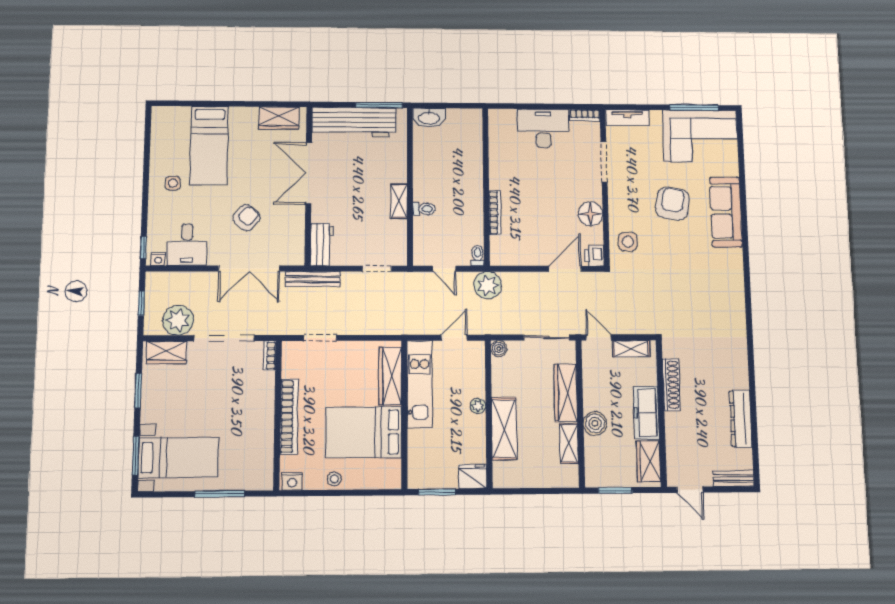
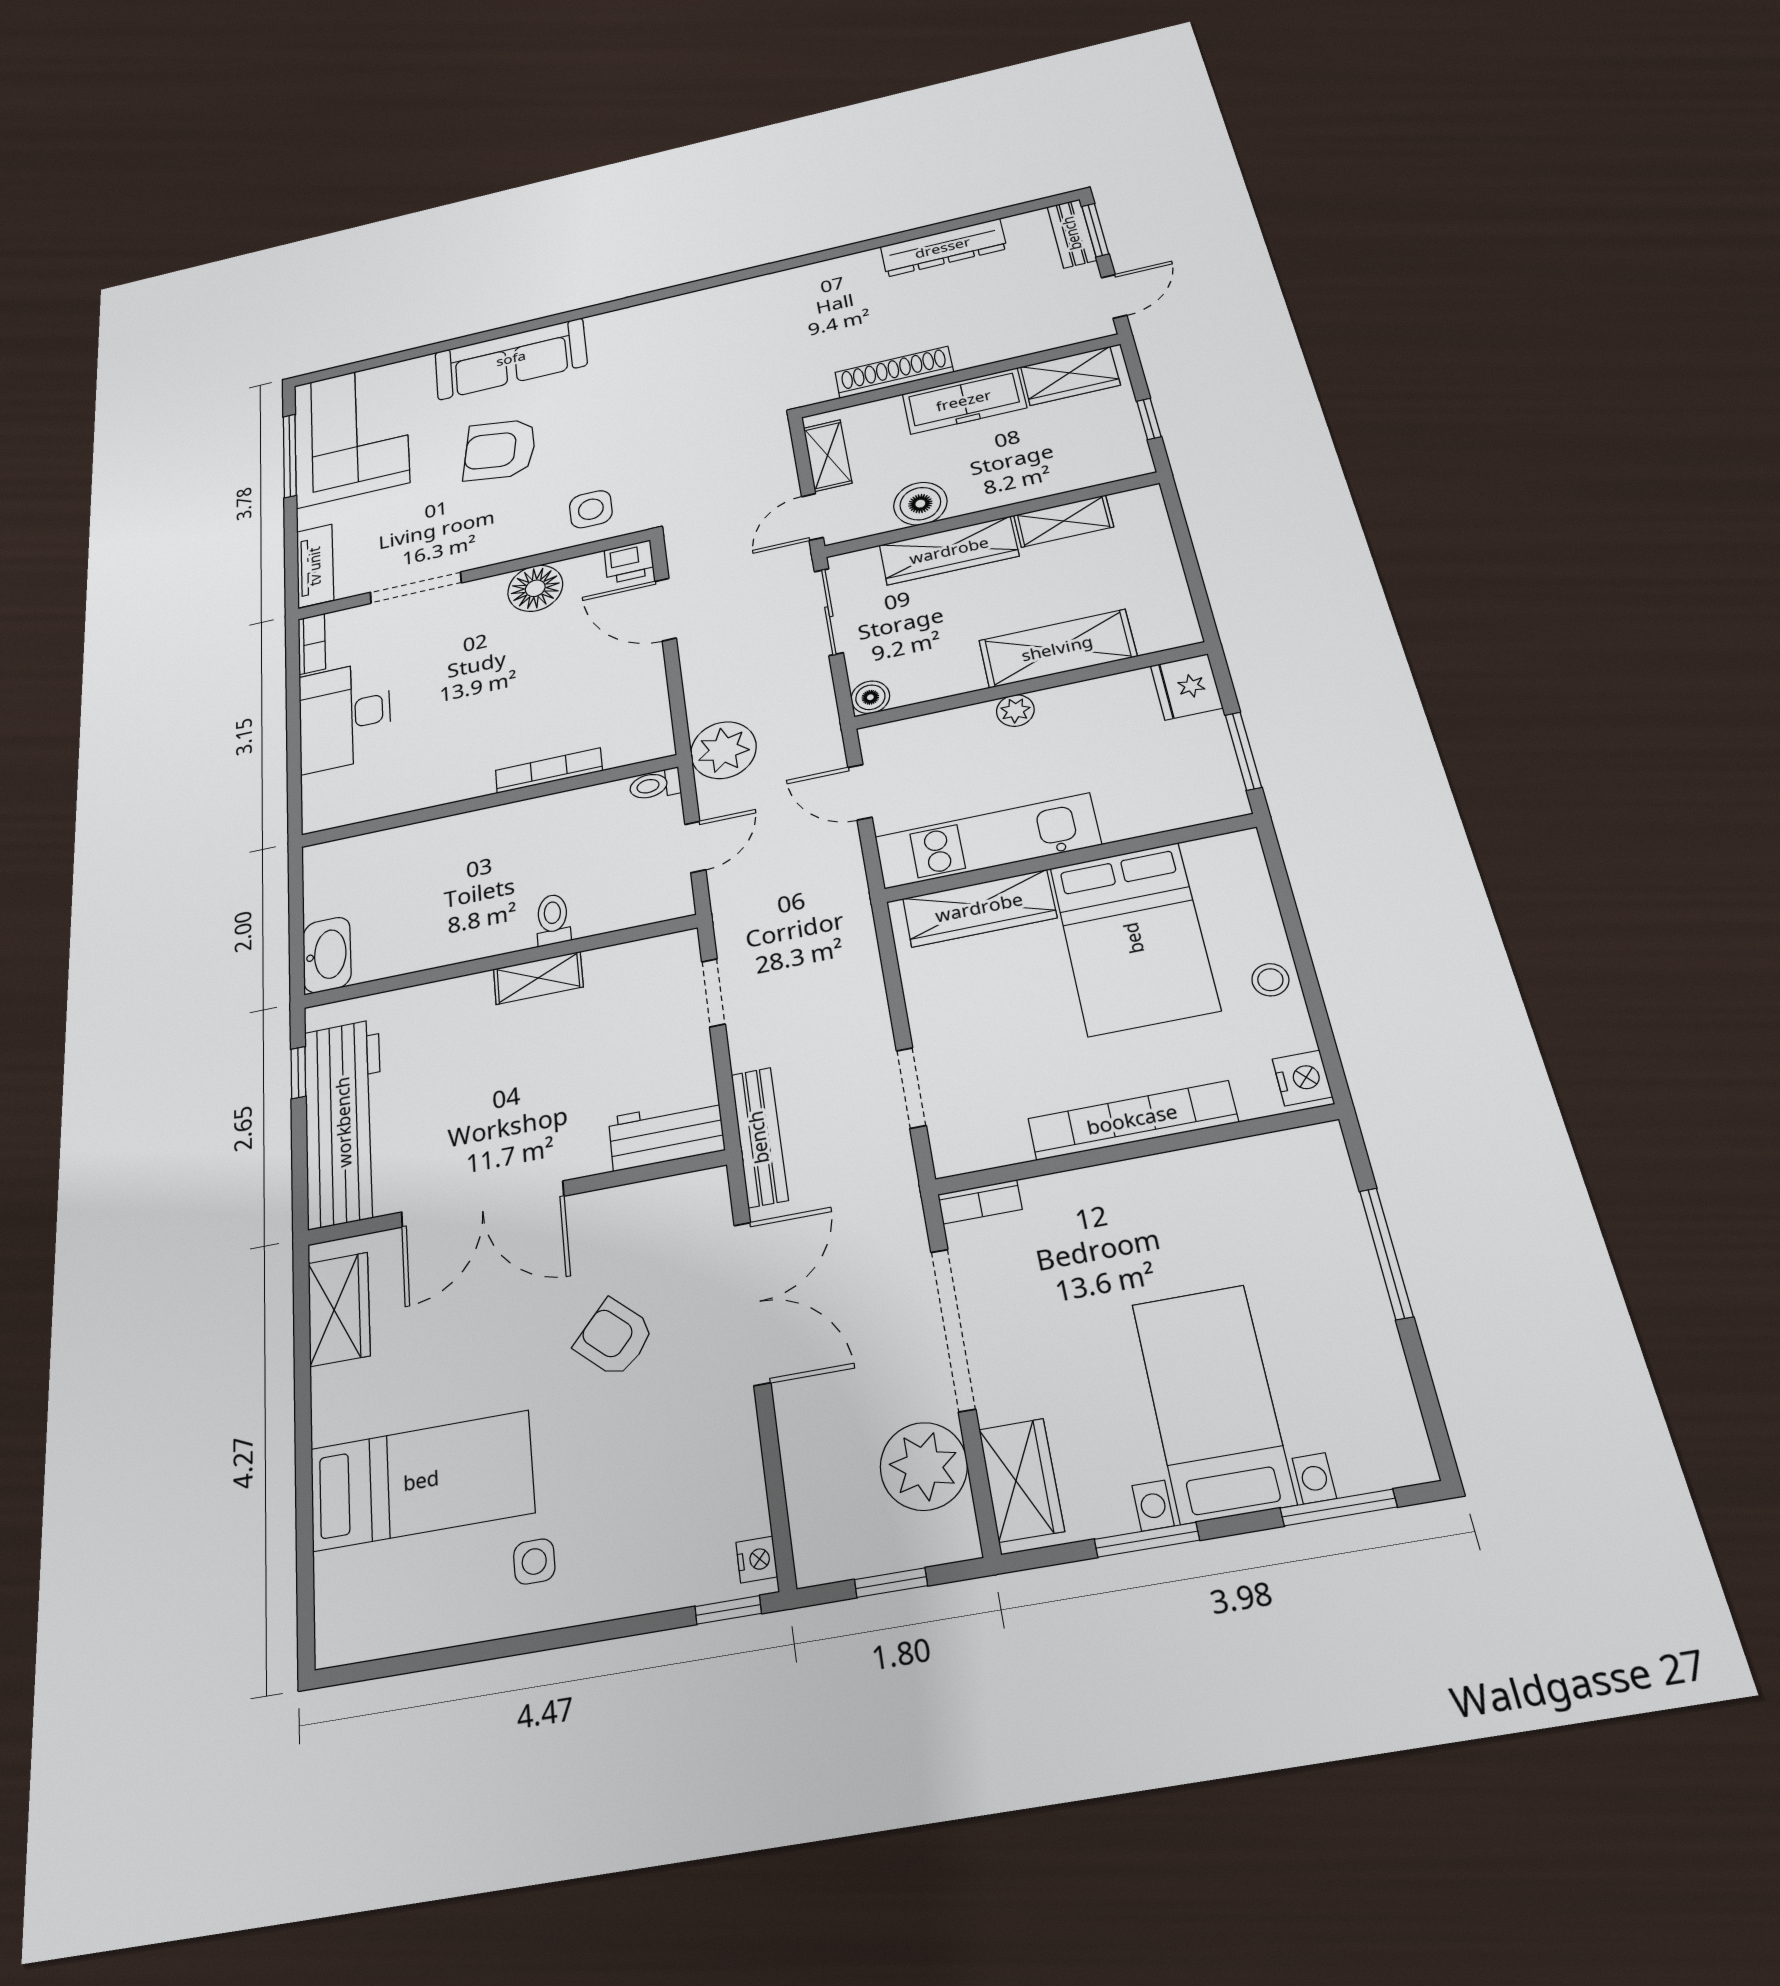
window: (379, 105) -> (298, 1073), width x0.46
desk: (187, 245) -> (706, 1485), removed
boiler: (595, 423) -> (920, 504), moved
bed with nightstands: (178, 457) -> (1213, 1402), moved
window: (733, 489) -> (1095, 230), added
window: (615, 490) -> (1149, 419), width x0.67

